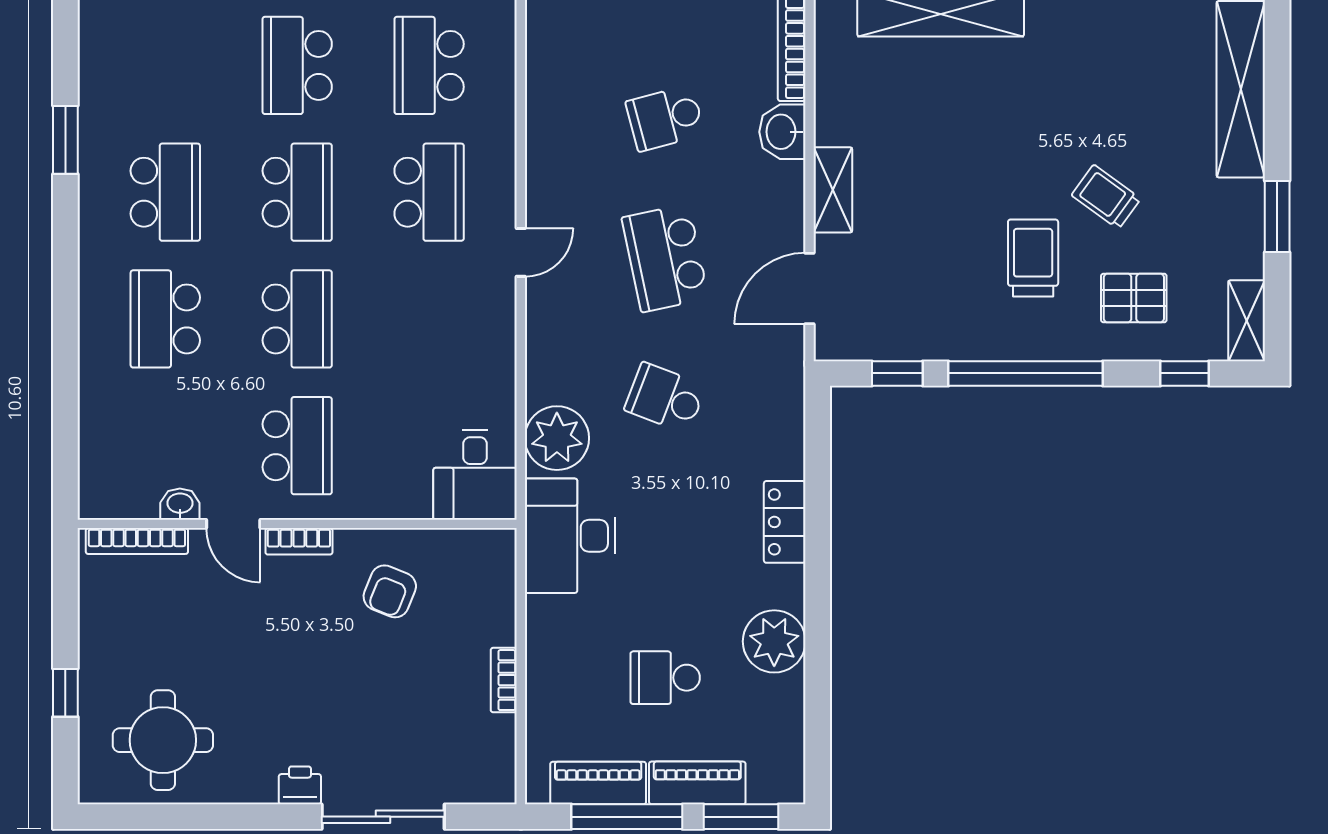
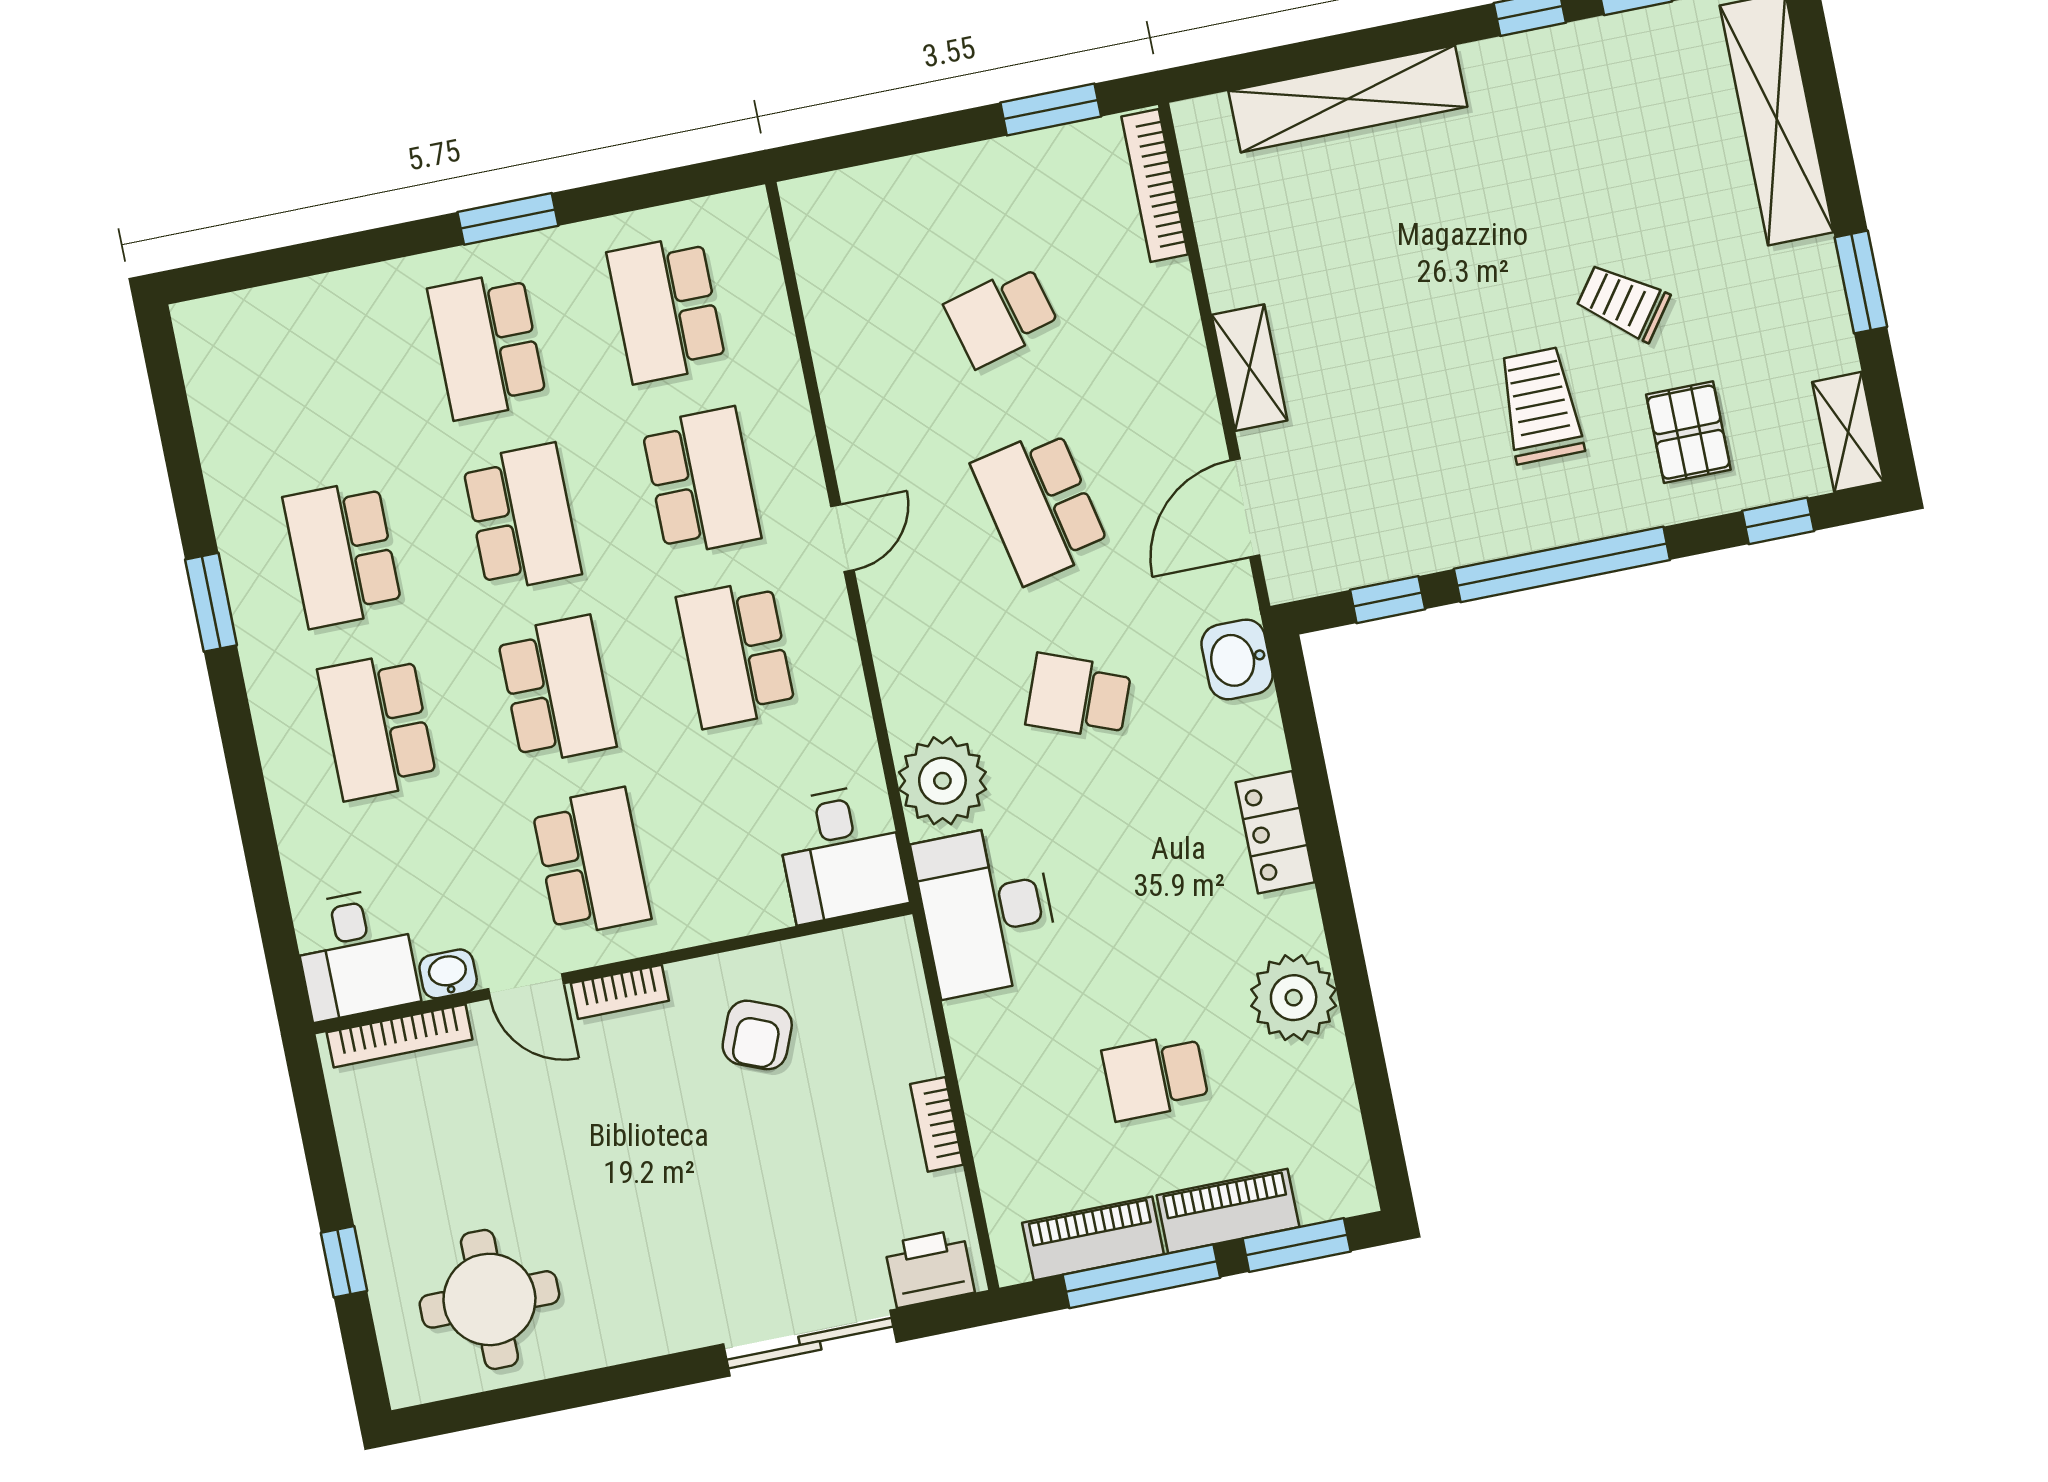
washbasin: (782, 132) -> (1237, 659), moved
window: (65, 140) -> (211, 602), moved
school desk: (165, 192) -> (343, 554), turned 180
pallet: (1134, 298) -> (1688, 432), turned 90
school desk: (429, 319) -> (736, 654), added
desk: (117, 477) -> (356, 954), added
printer: (300, 785) -> (930, 1268), moved, width x1.36, depth x1.24

